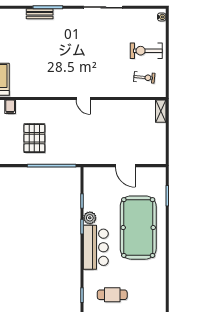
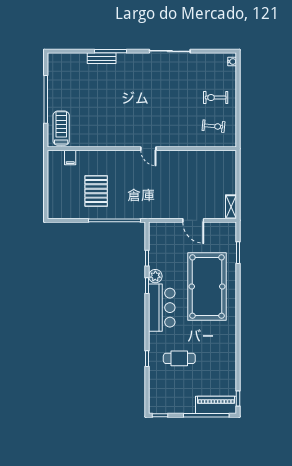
exercise bike: (146, 51) -> (216, 98), width x0.73, depth x0.72
shelving: (161, 111) -> (231, 207), moved

